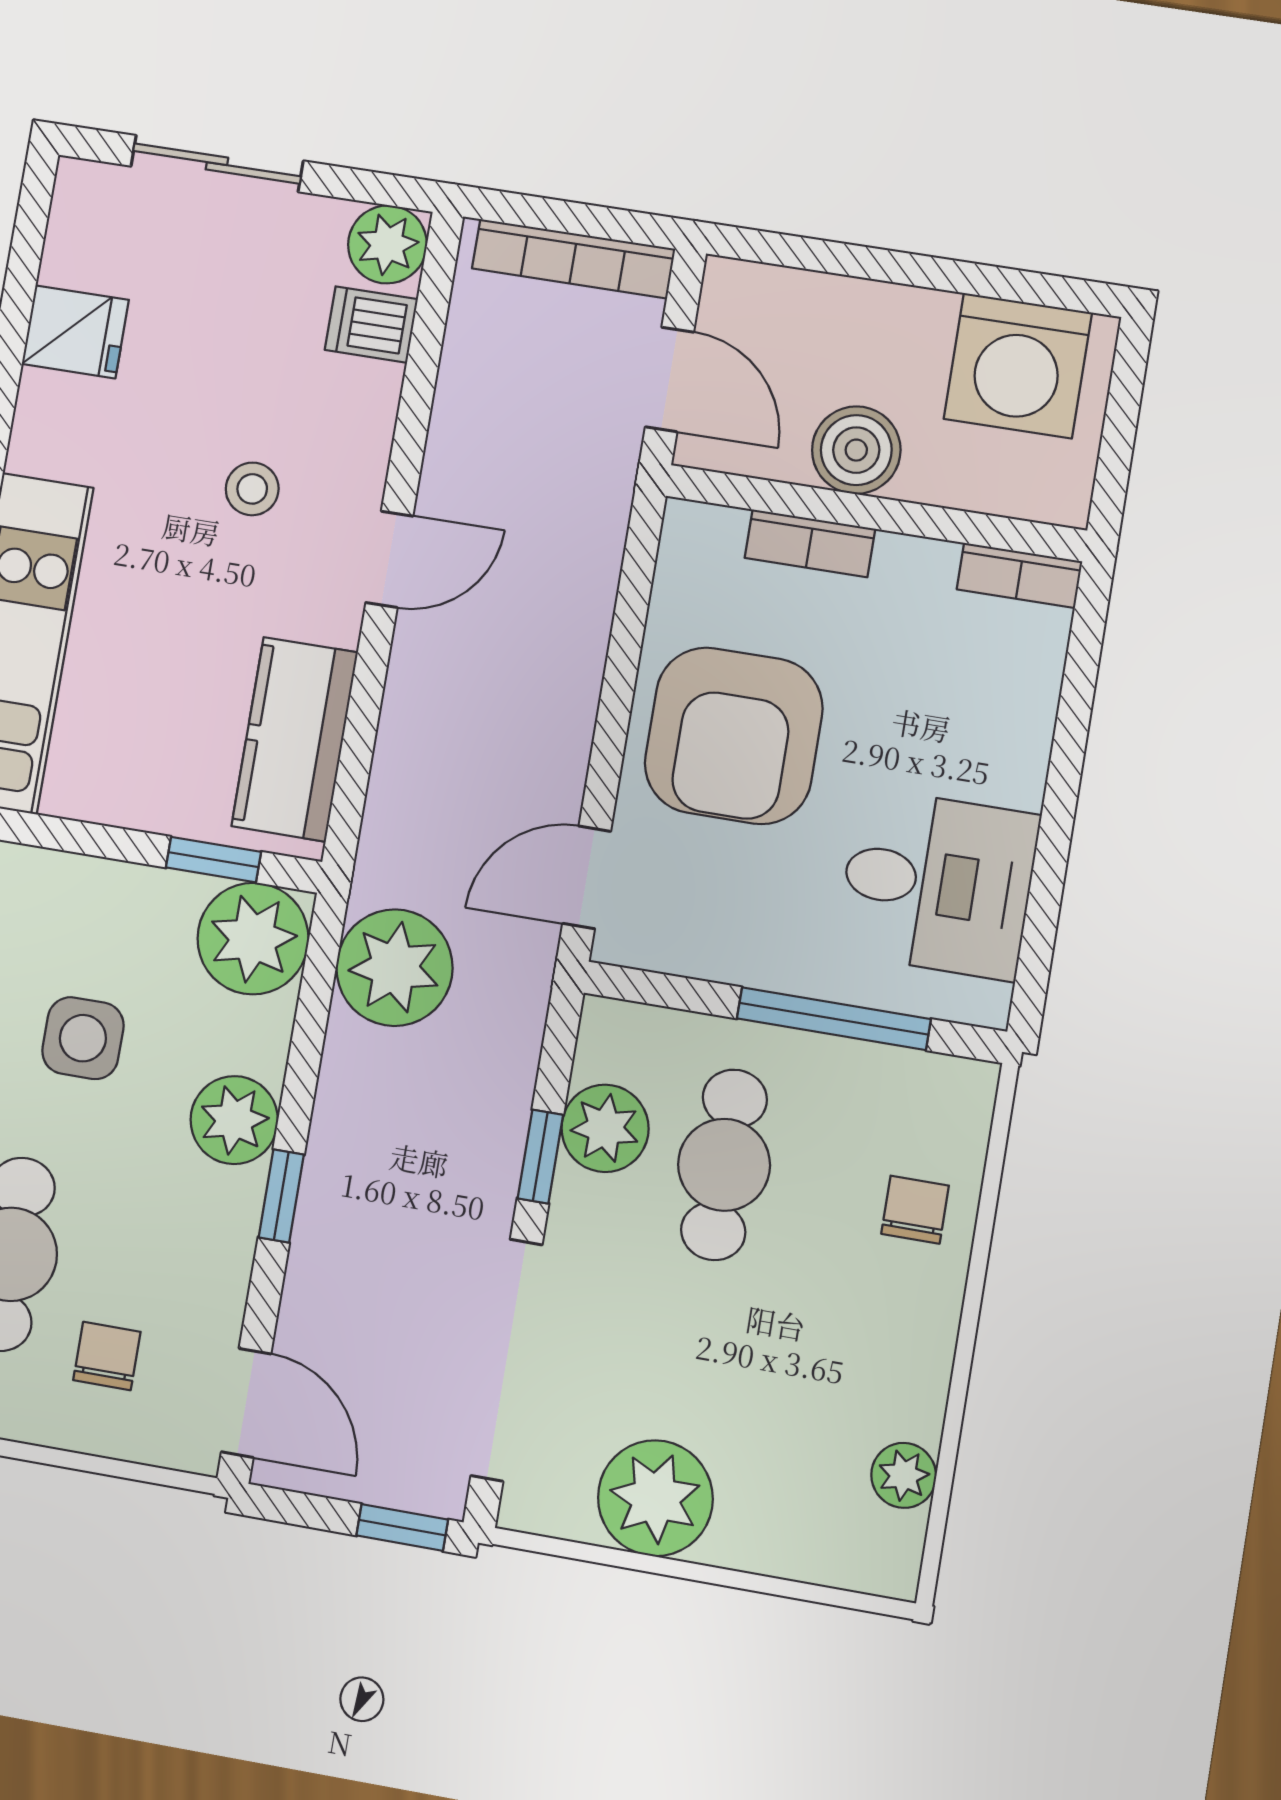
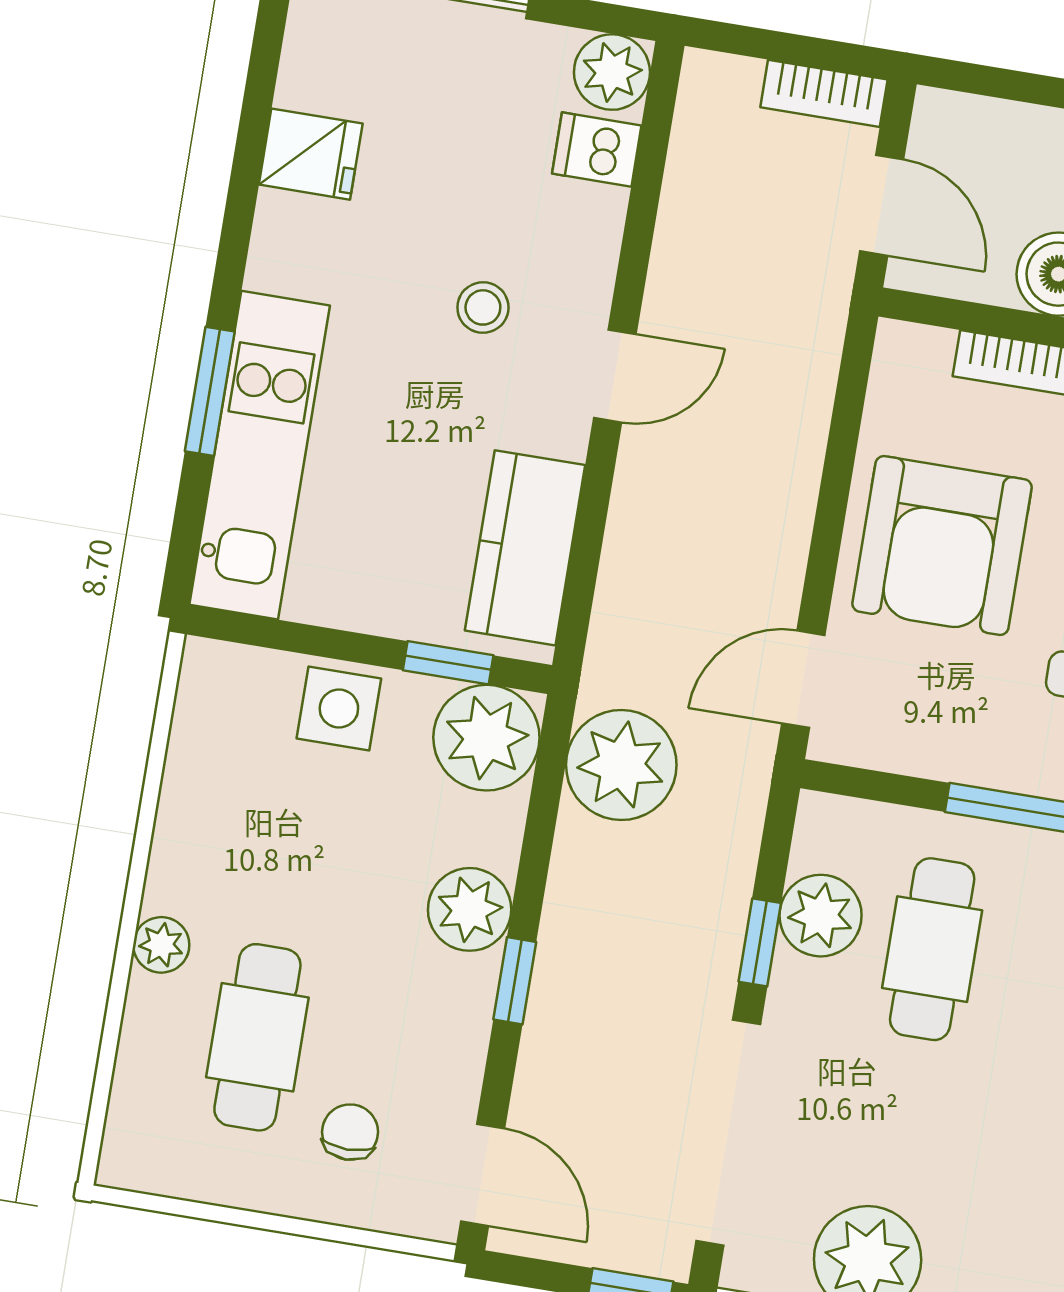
bookcase: (574, 259) -> (824, 93), width x0.64
side table: (83, 1038) -> (339, 709), moved

